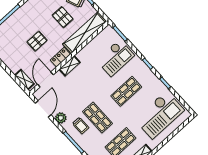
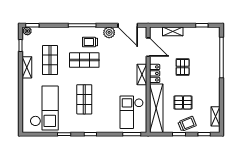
checkout: (115, 58) -> (132, 112), moved
shelving: (24, 80) -> (173, 31), moved
checkout: (159, 115) -> (44, 108), turned 180

